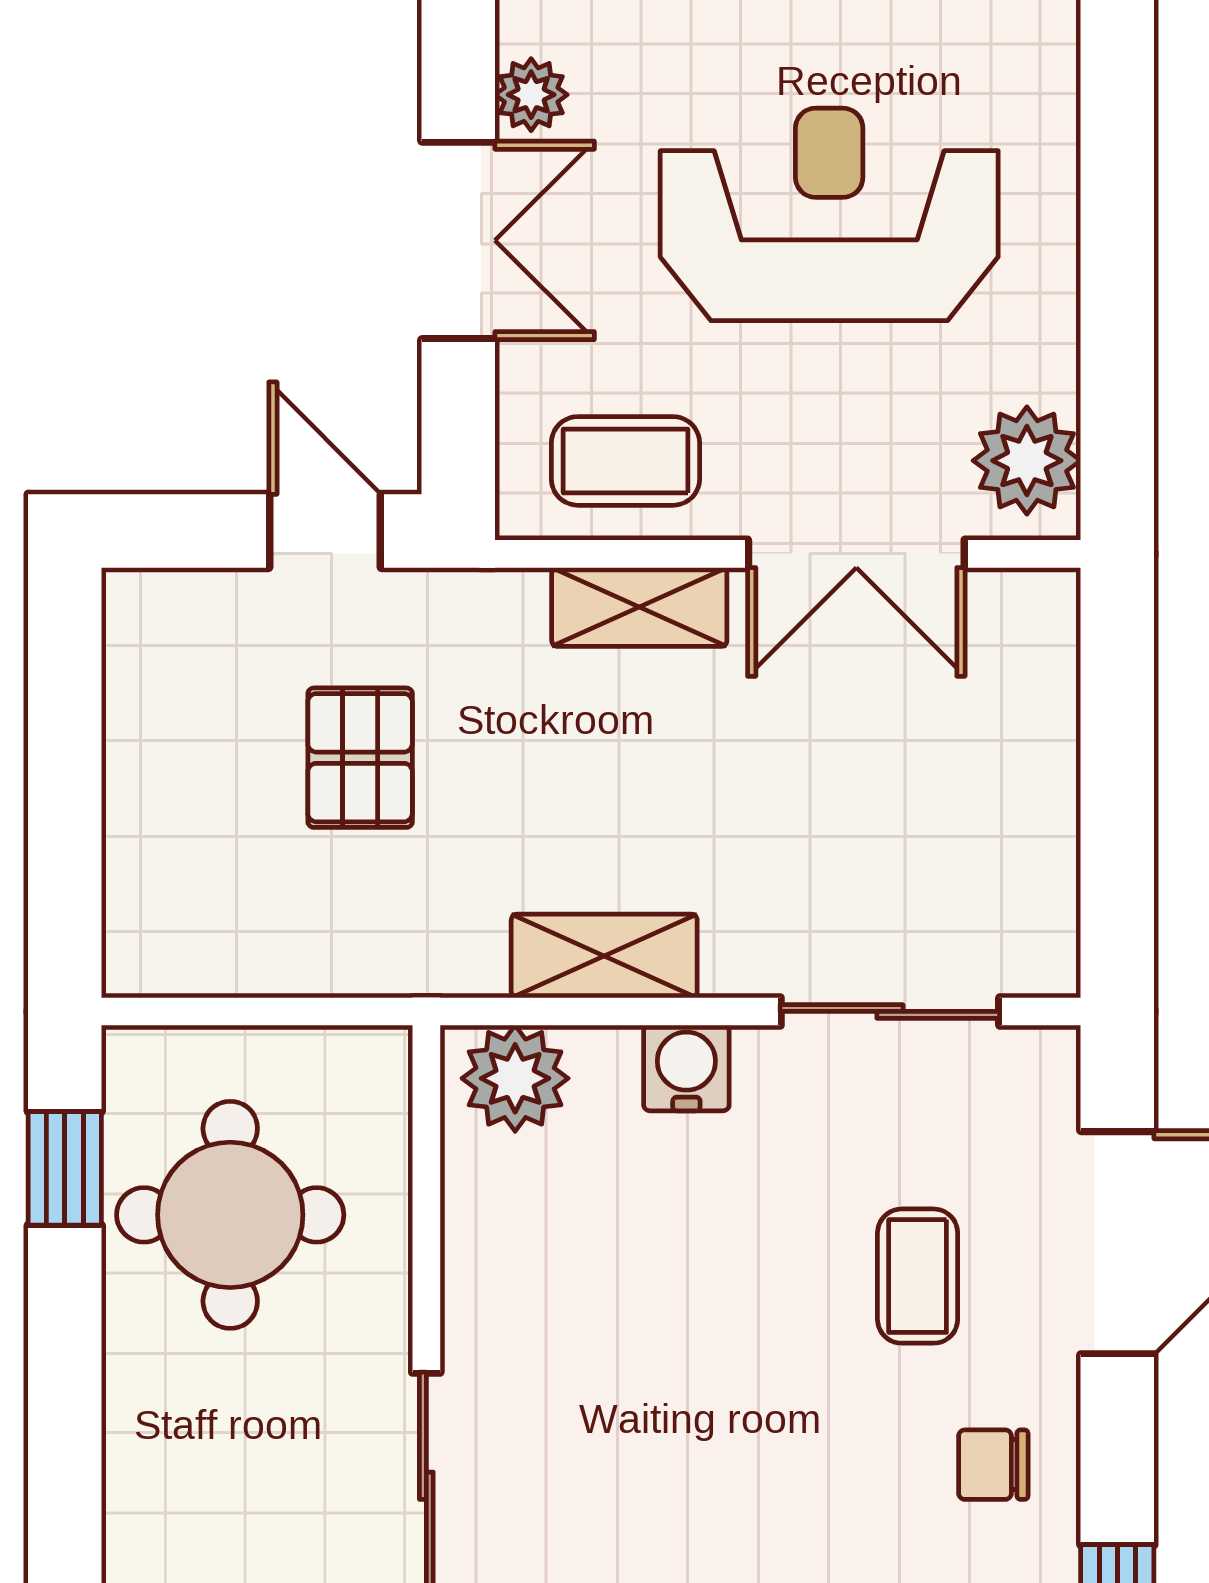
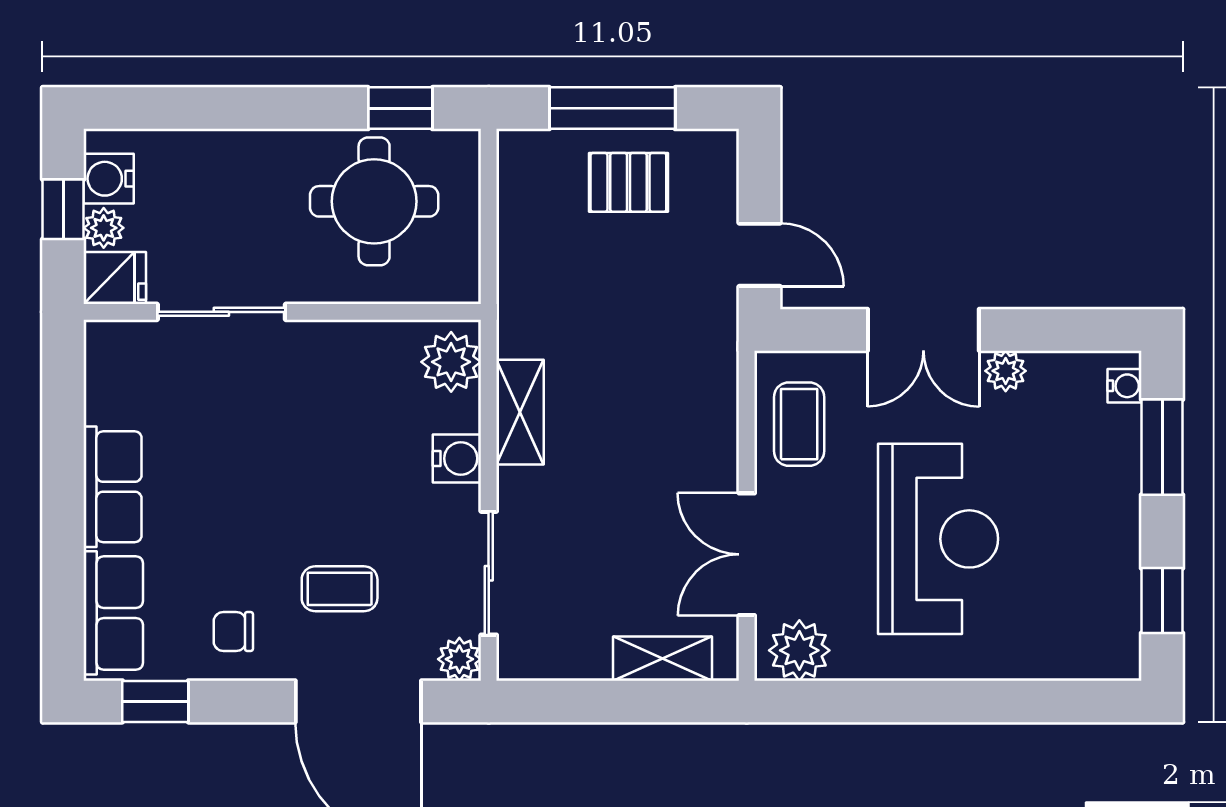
door: (325, 531) -> (760, 255), hinge flipped
shelving: (639, 607) -> (663, 659), moved, turned 90
pallet: (360, 758) -> (628, 182), moved
window: (65, 792) -> (612, 108), added
plant: (1043, 1063) -> (459, 659), added
chair: (993, 1465) -> (233, 631), turned -90

